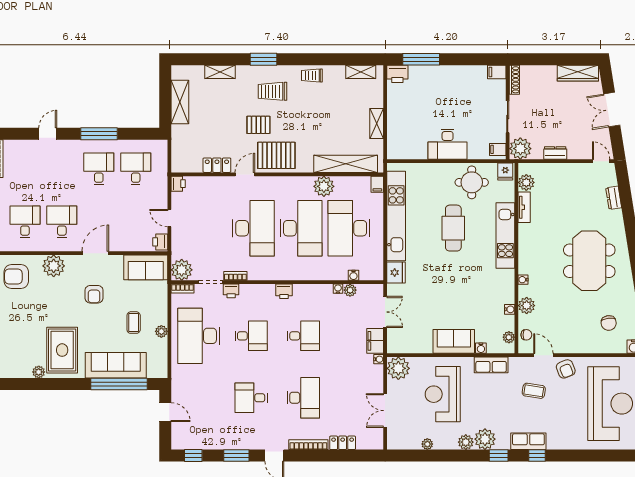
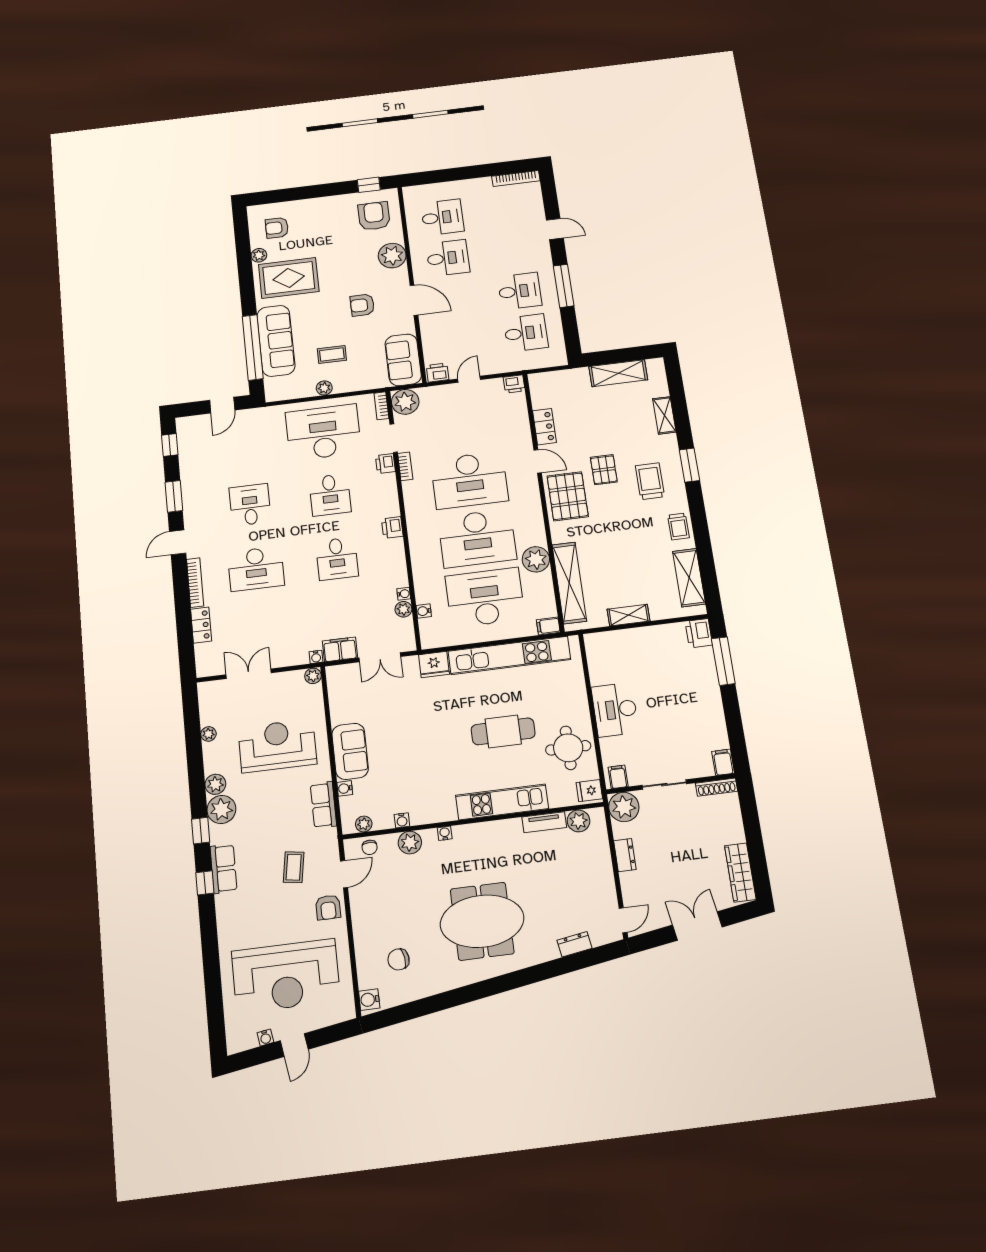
shelving: (361, 72) -> (689, 578), width x1.50, depth x1.33
trolley: (312, 76) -> (678, 527), turned 180
armchair: (16, 355) -> (277, 228), added
plant: (398, 368) -> (313, 676), width x0.53, depth x0.53
armchair: (566, 369) -> (328, 907), turned -68

